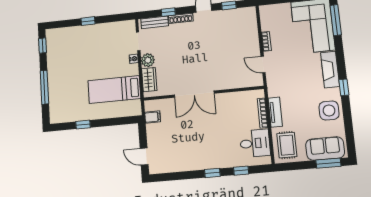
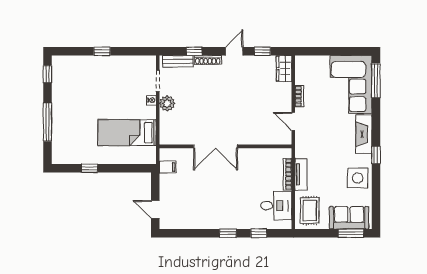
wardrobe: (149, 80) -> (284, 69), moved, turned 180

